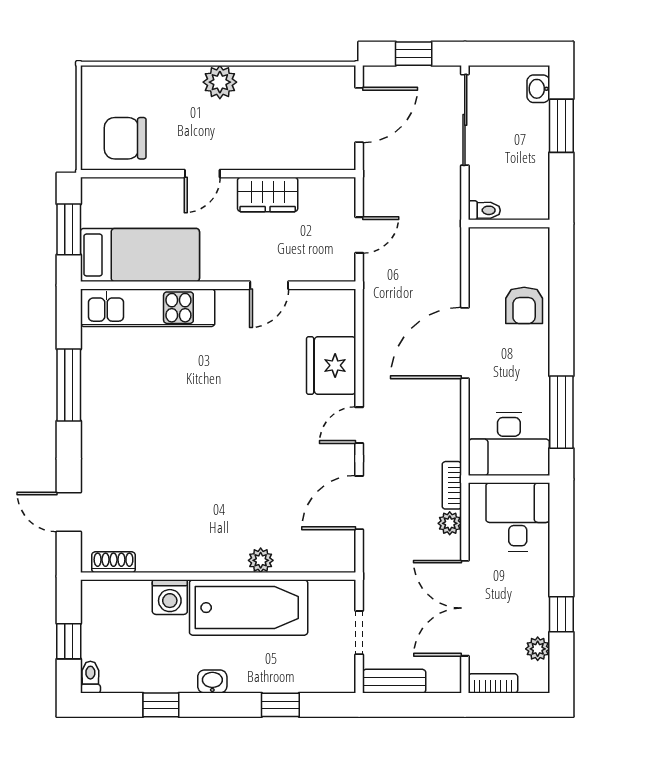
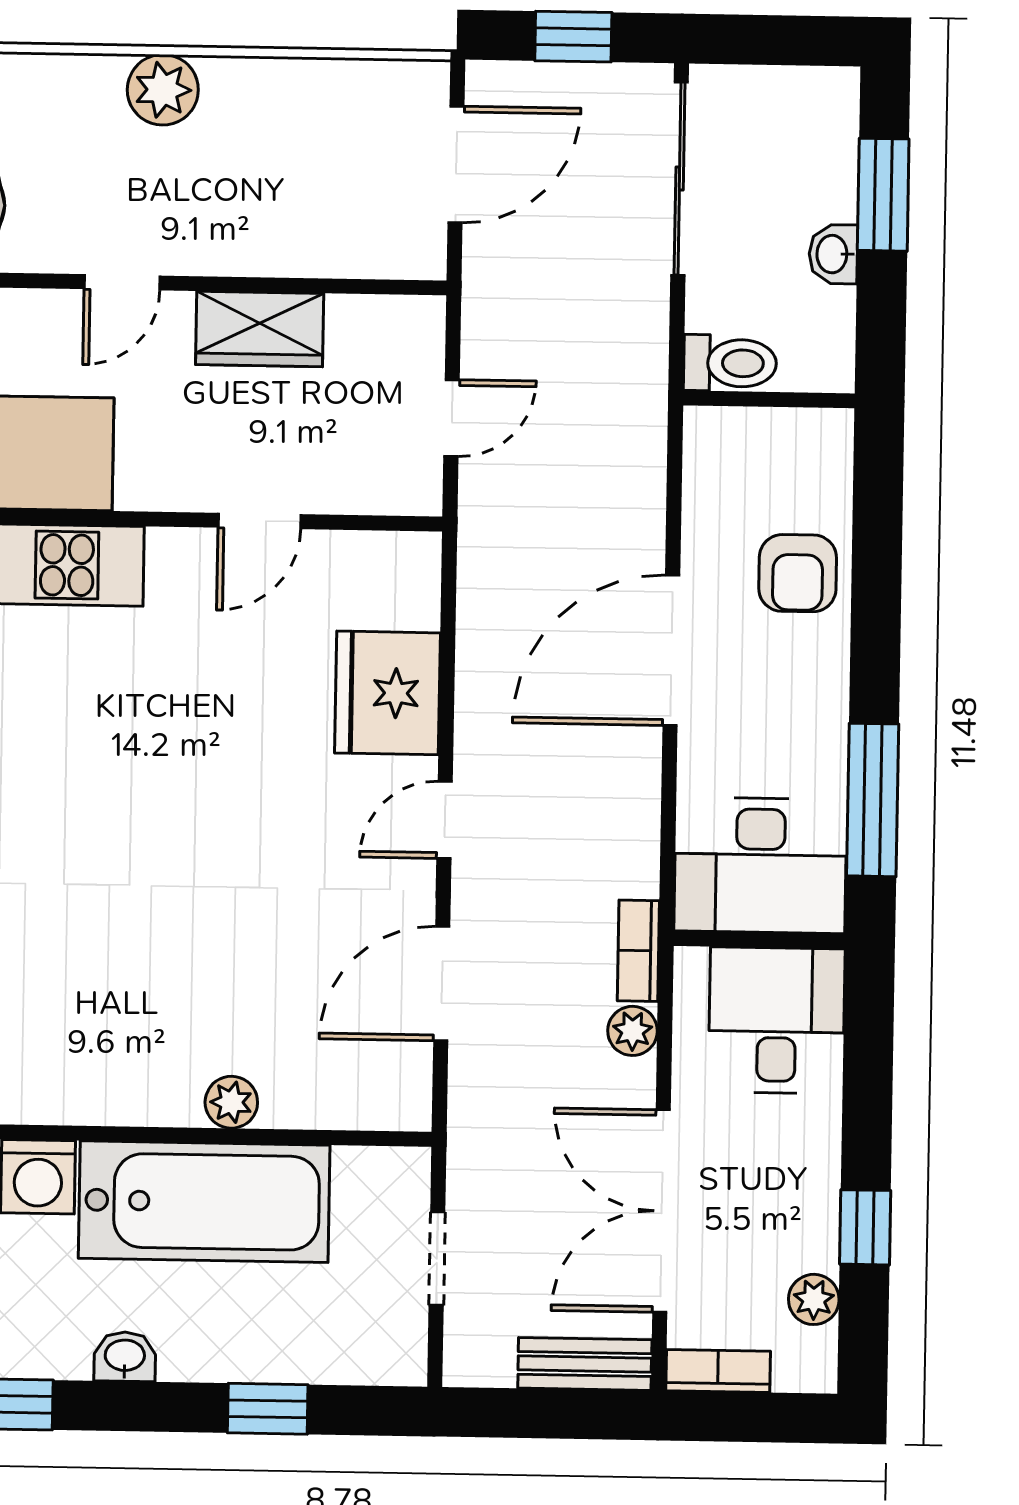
washbasin: (538, 89) -> (833, 254), moved
toilet: (484, 210) -> (730, 363), width x1.37, depth x1.39
bench: (394, 681) -> (585, 1364), moved

